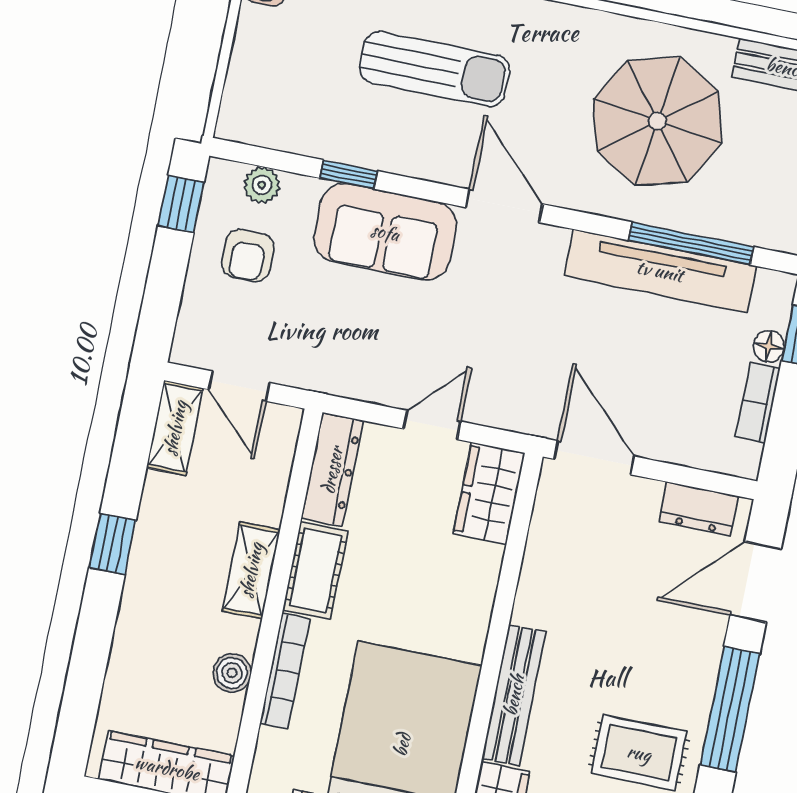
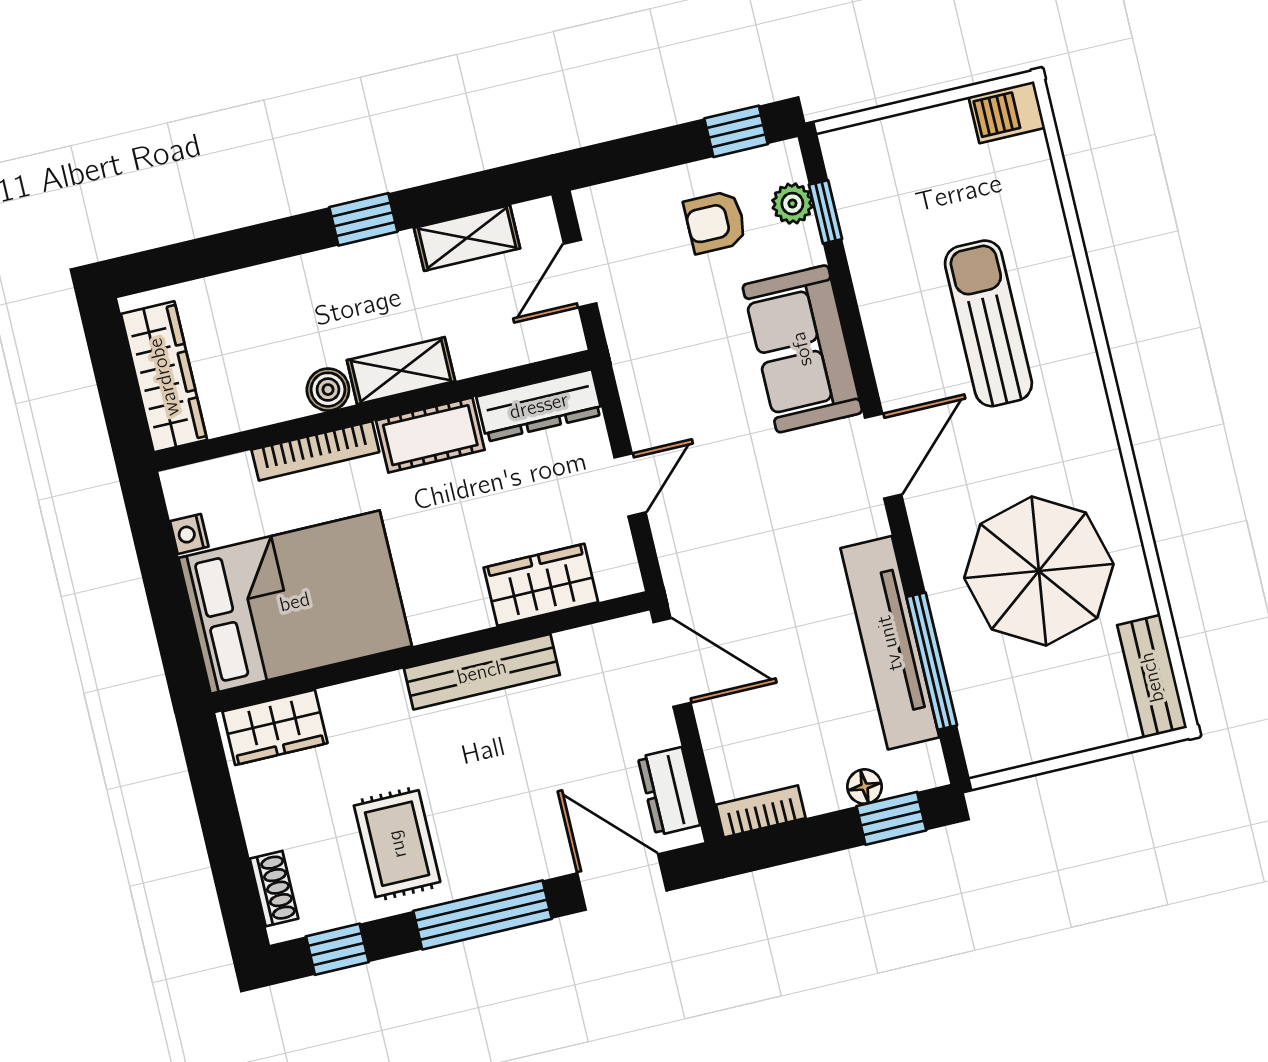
sun lounger: (435, 69) -> (988, 323), turned 180
window: (349, 174) -> (825, 212), moved
bookcase: (758, 402) -> (761, 811), moved
door: (432, 425) -> (630, 485), hinge flipped
shelving: (175, 428) -> (467, 238), moved
door: (594, 458) -> (672, 663), hinge flipped
wardrobe: (489, 494) -> (541, 585), moved
boiler: (232, 673) -> (328, 390), moved
bench: (514, 695) -> (482, 672), moved

